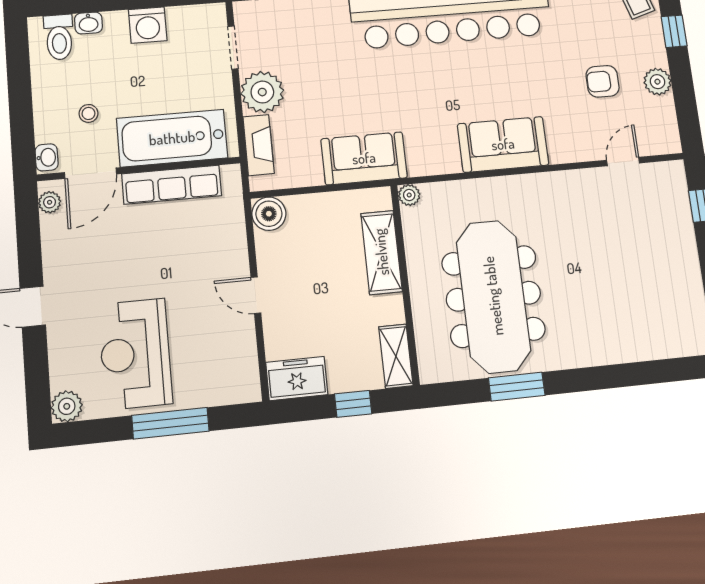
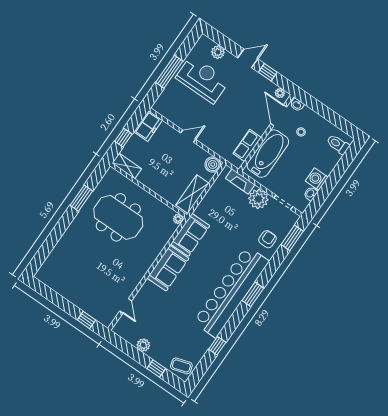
washbasin: (88, 23) -> (311, 194), moved
armchair: (603, 81) -> (268, 239), moved
sofa: (364, 158) -> (190, 235), moved
row of seats: (172, 185) -> (247, 145), width x0.68
window: (29, 252) -> (268, 72), added
shelving: (381, 252) -> (192, 194), moved, turned 90
meeting table: (493, 296) -> (118, 217), width x0.73
plant: (67, 406) -> (218, 52), moved

